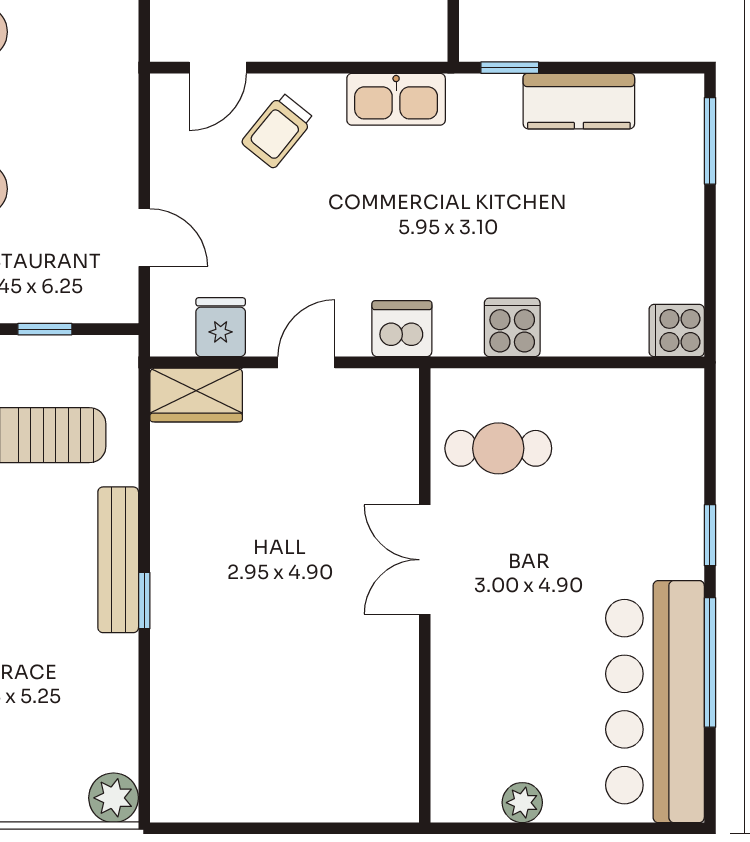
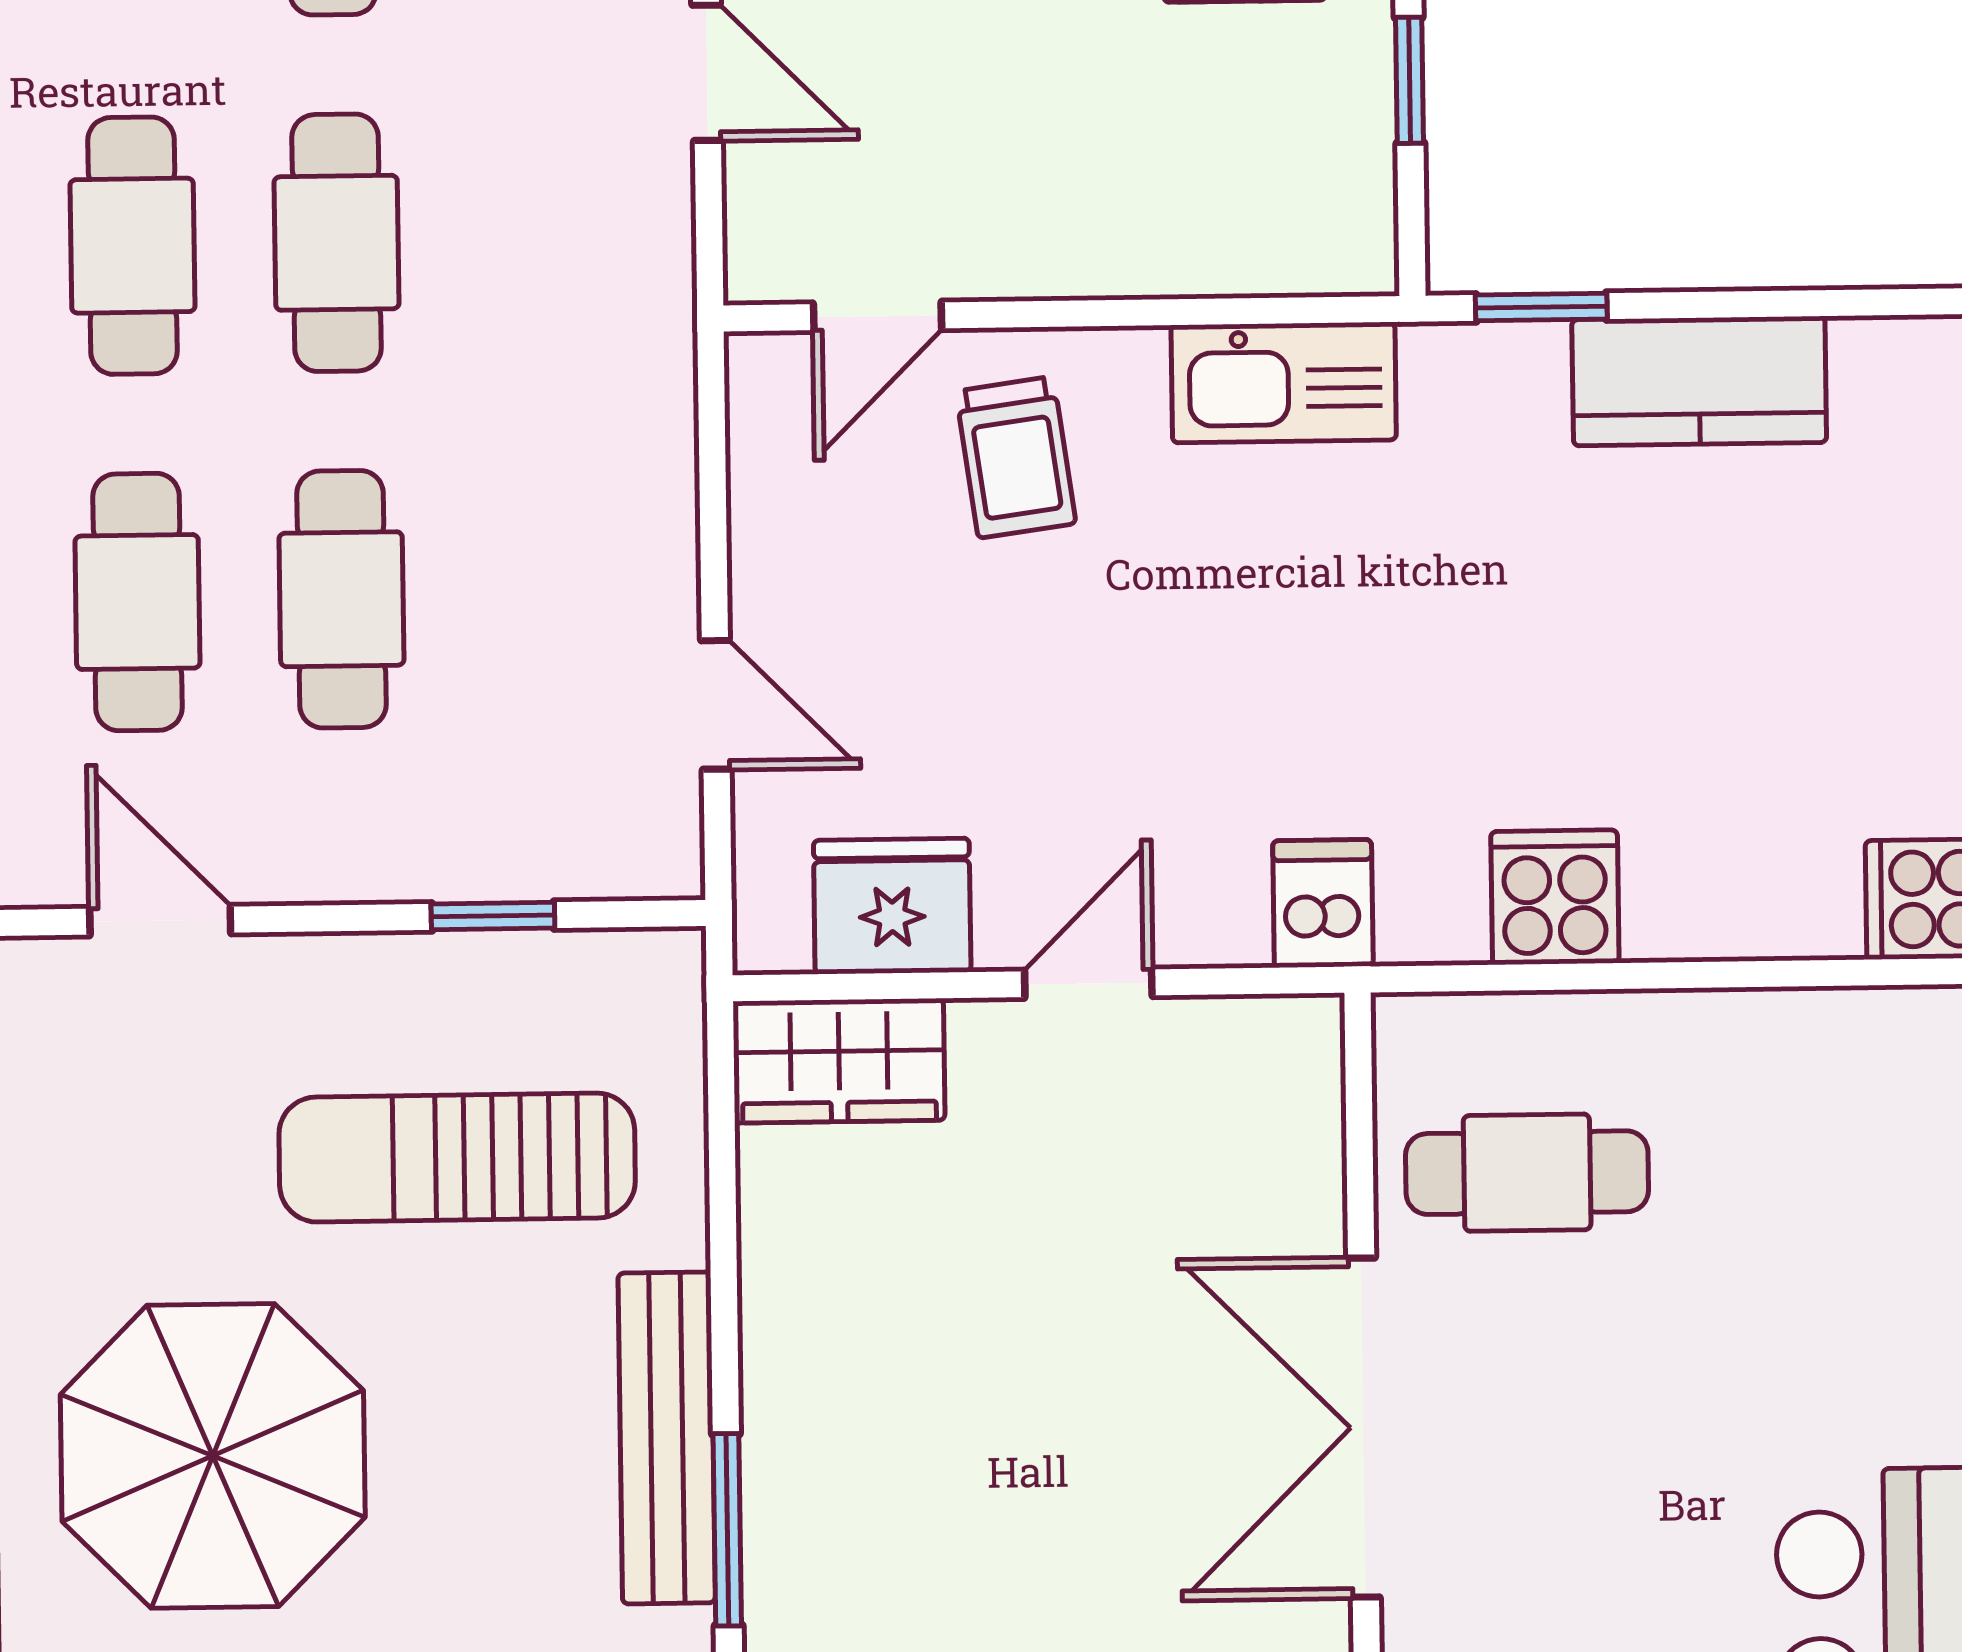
trolley: (278, 131) -> (1016, 457), turned -47
fridge: (221, 327) -> (892, 906), width x1.38
dishwasher: (402, 329) -> (1323, 904), width x0.73
double door: (425, 560) -> (1363, 1428), width x1.37
window: (144, 601) -> (727, 1530), width x1.50

